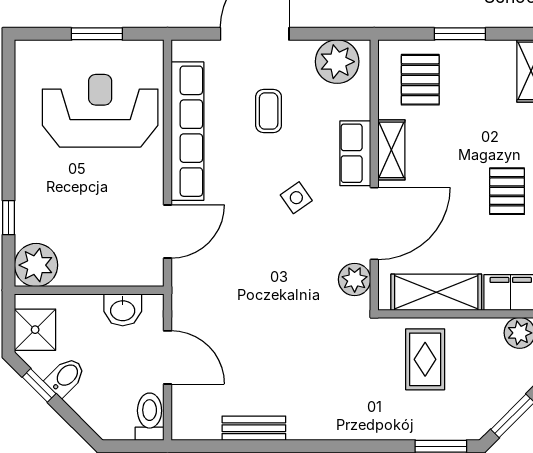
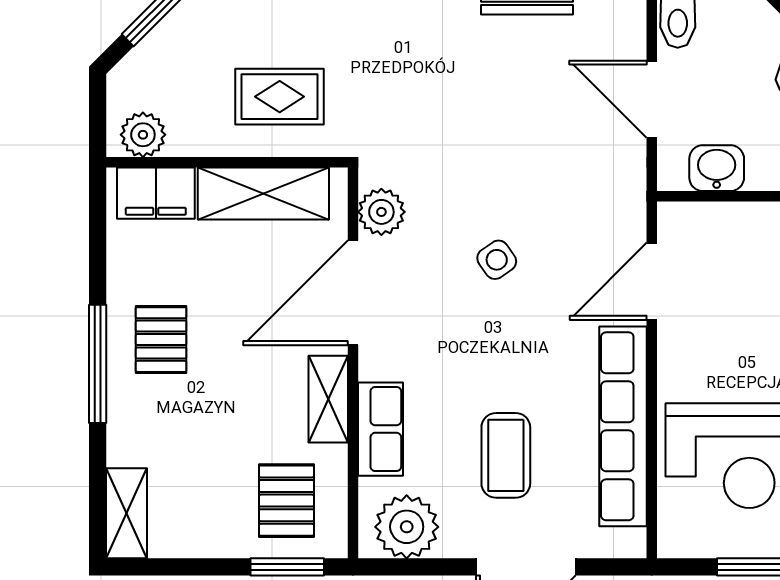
window: (460, 34) -> (287, 567), moved
coffee table: (269, 111) -> (506, 455), width x1.36, depth x1.30
row of seats: (355, 153) -> (380, 429), moved
side table: (296, 198) -> (497, 260), moved
rug: (425, 359) -> (280, 97), turned 90

